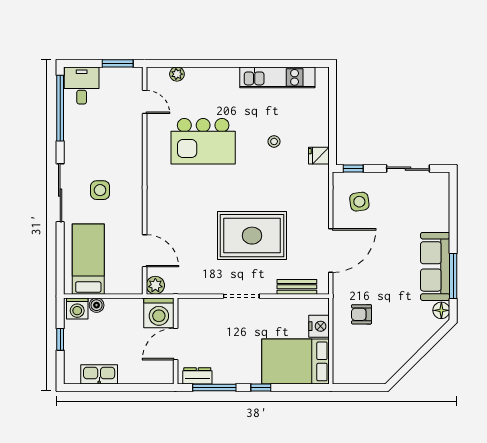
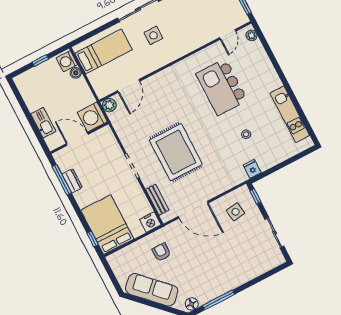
plant: (177, 74) -> (252, 35), moved
sofa: (435, 266) -> (152, 290), moved, turned 45
nightstand: (319, 326) -> (150, 222), moved
kitchen sink: (99, 374) -> (43, 123), moved
dresser: (197, 376) -> (72, 181), moved
window: (261, 387) -> (93, 239), moved

